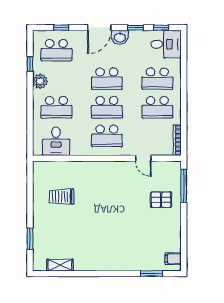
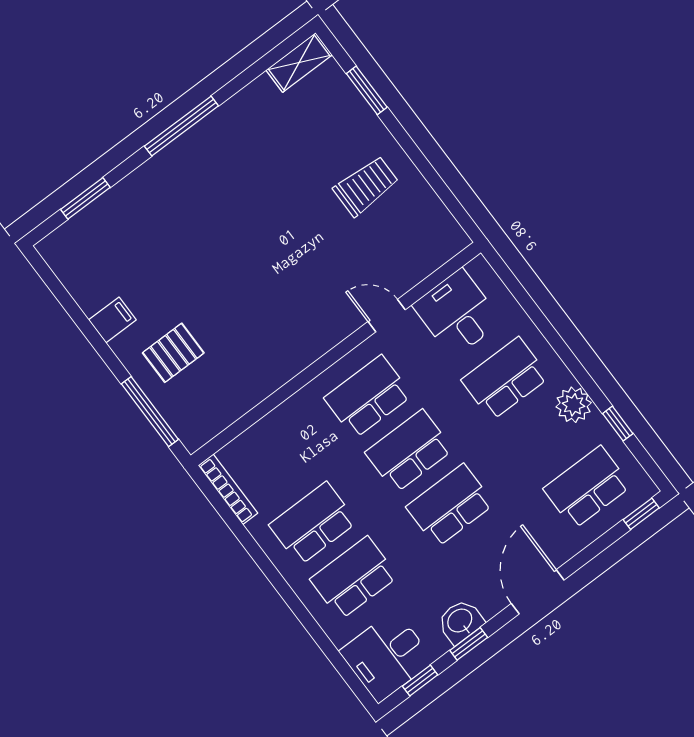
window: (61, 28) -> (641, 514), moved
washbasin: (120, 37) -> (460, 621), moved
door: (143, 158) -> (387, 316), moved
trolley: (62, 197) -> (366, 186), moved
filing cabinet: (173, 259) -> (112, 320), moved
shelving: (60, 265) -> (299, 63), moved
window: (101, 274) -> (181, 126), added

